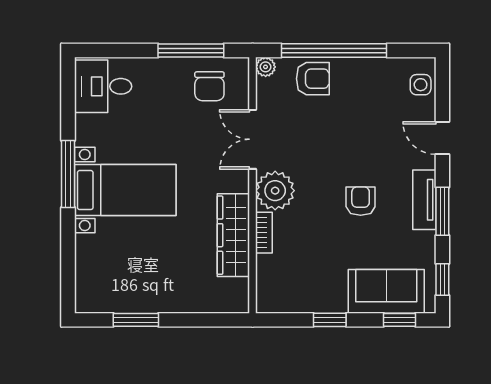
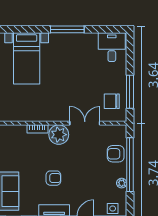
plant: (266, 67) -> (122, 183), moved
armchair: (313, 79) -> (116, 154), turned 90
bed with nightstands: (125, 190) -> (27, 58), moved
wardrobe: (233, 235) -> (36, 113), removed

